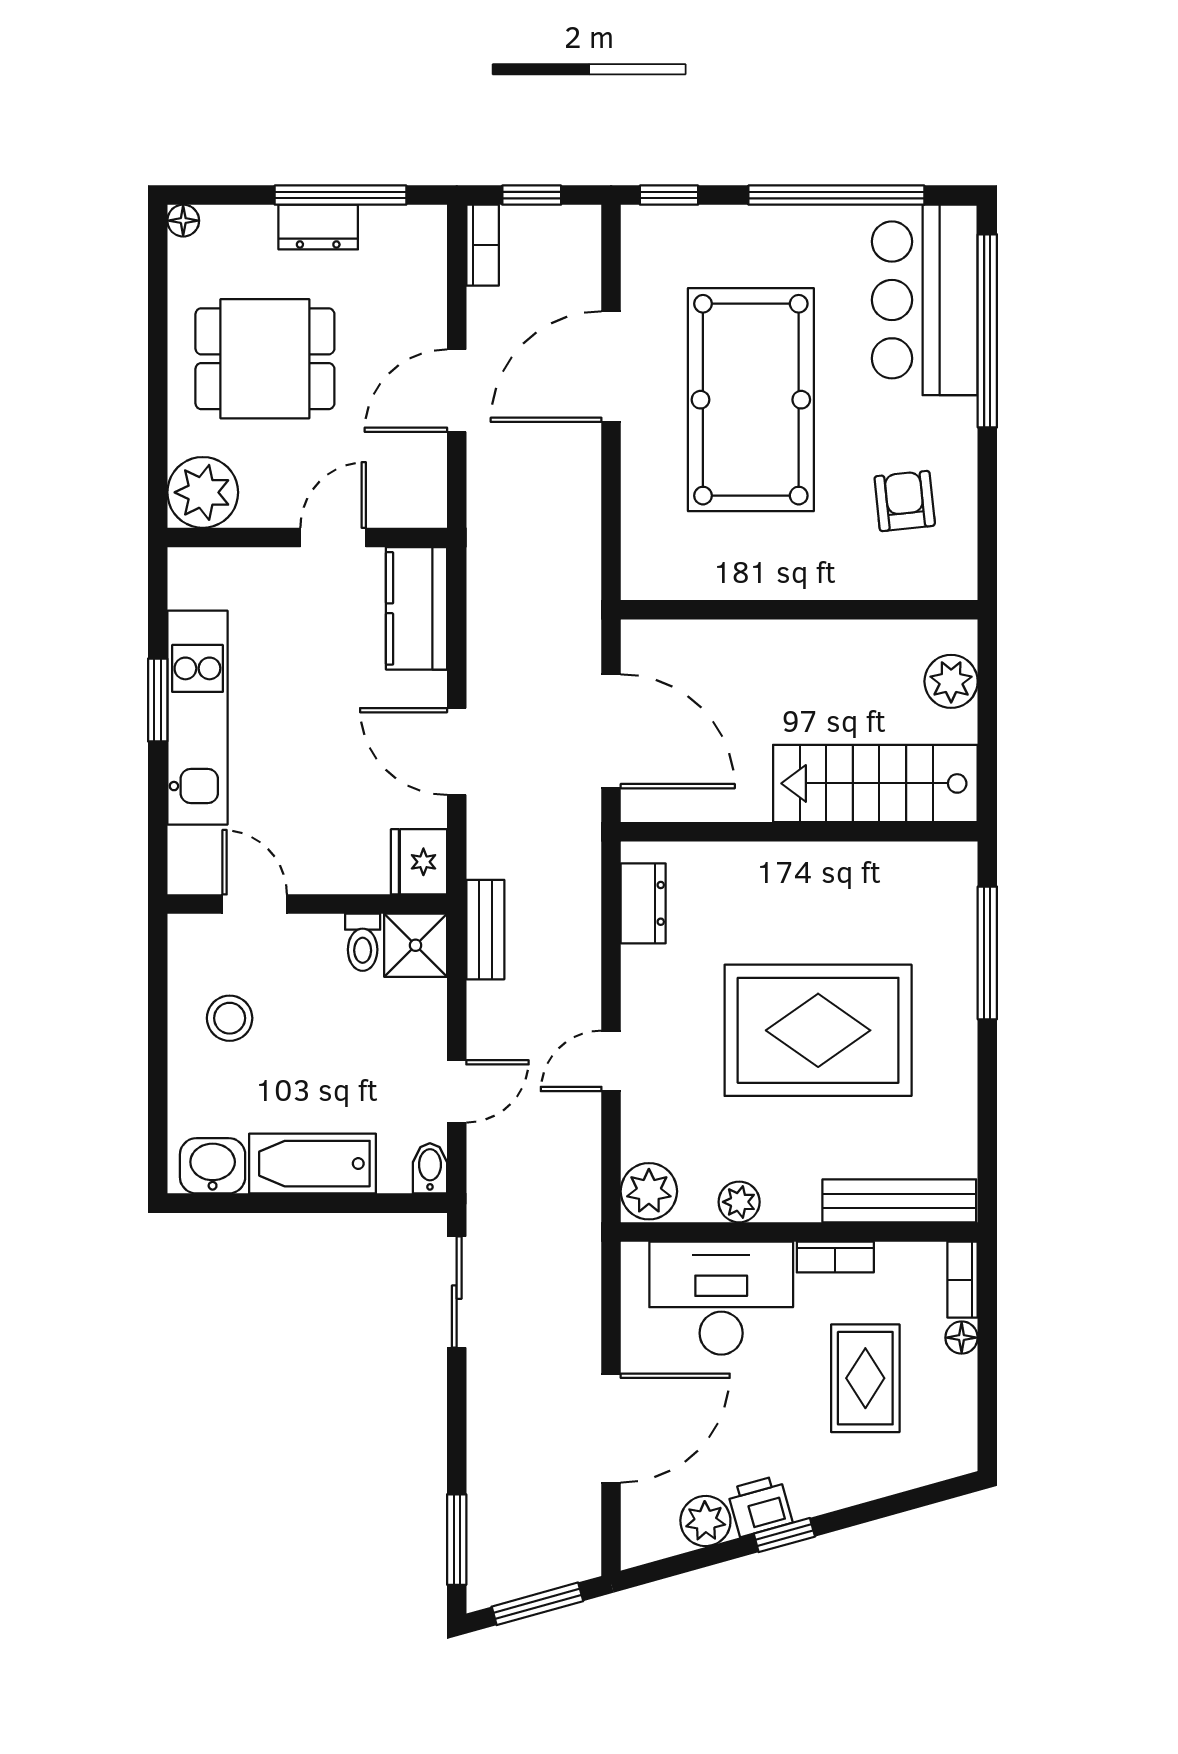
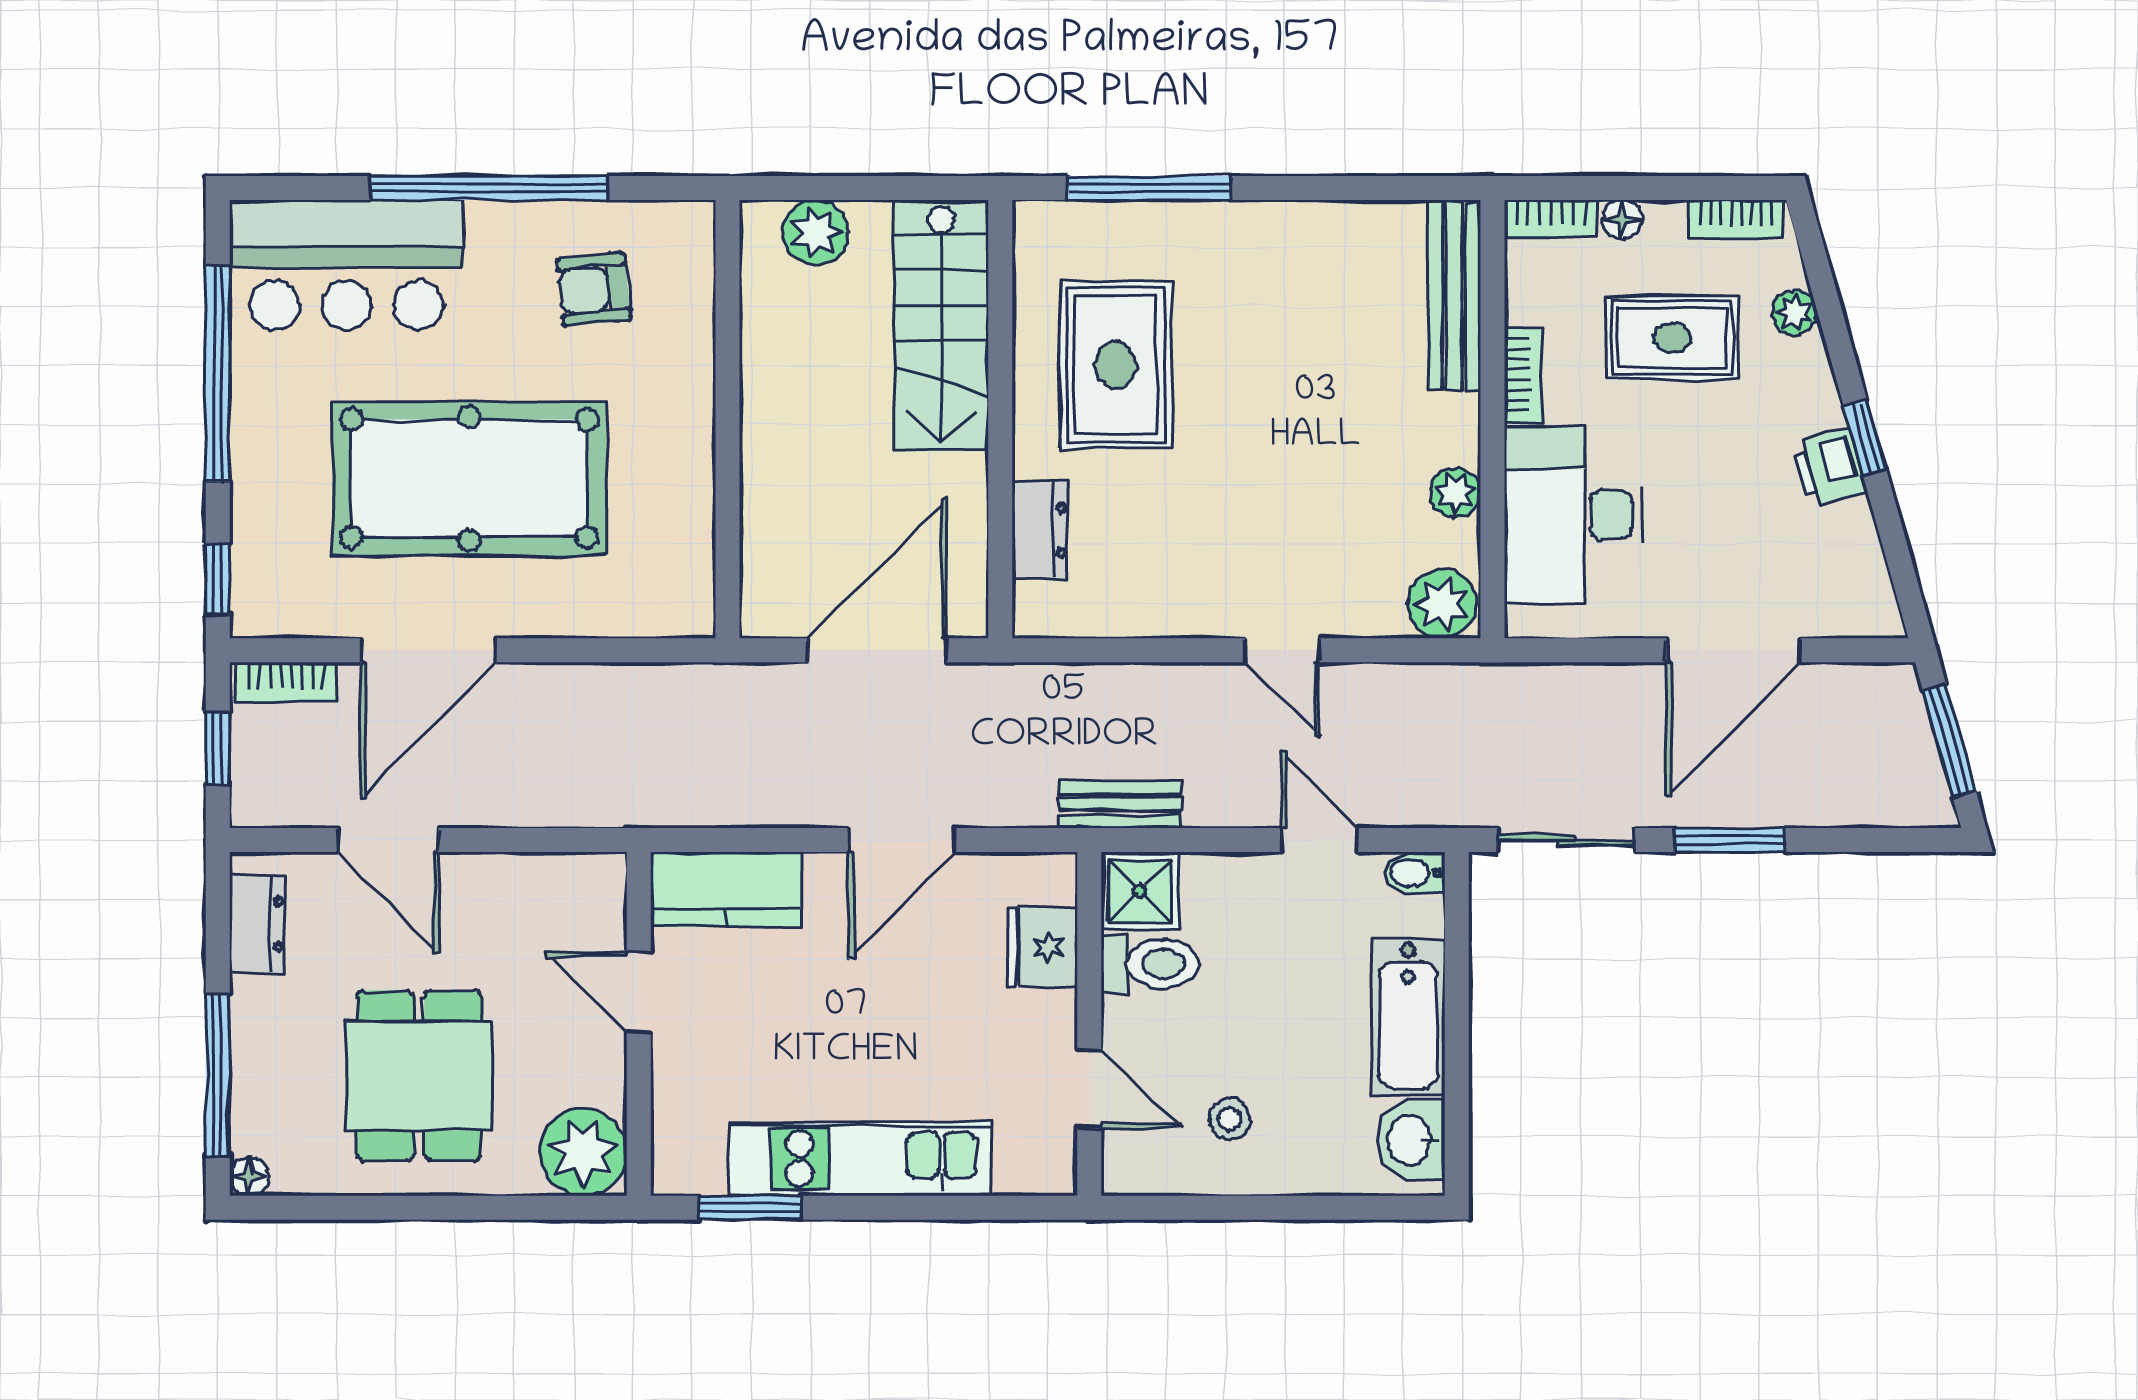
window: (341, 195) -> (218, 1075), moved
dresser: (318, 227) -> (257, 924), moved
bookcase: (483, 245) -> (286, 682), moved, turned 180
window: (987, 331) -> (489, 188), moved
door: (611, 367) -> (429, 650), hinge flipped
door: (457, 391) -> (388, 840), moved
window: (158, 700) -> (750, 1208), moved
fridge: (419, 862) -> (1043, 947), moved, turned 90
dresser: (643, 903) -> (1040, 530), moved, turned 90
door: (255, 904) -> (1089, 1088), swing flipped
toilet: (363, 942) -> (1150, 964), width x1.37, depth x1.39
stool: (230, 1018) -> (1230, 1119), width x0.73, depth x0.73
rug: (818, 1030) -> (1116, 365), moved, width x0.73, depth x0.69
door: (611, 1428) -> (1733, 650), swing flipped
bookcase: (962, 1430) -> (1736, 219), added
plant: (705, 1521) -> (1795, 313), moved, width x0.73, depth x0.73
window: (457, 1540) -> (1730, 840), moved

